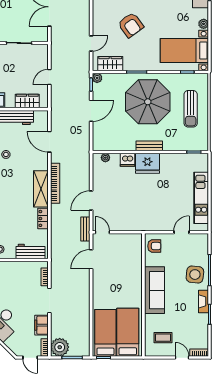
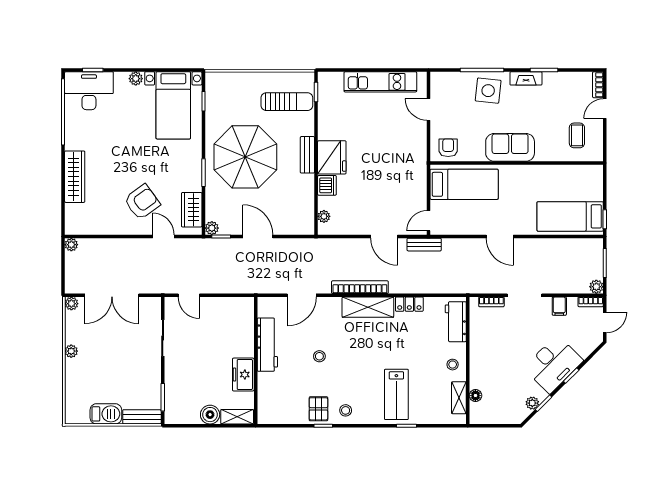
armchair: (131, 25) -> (142, 202), moved
door: (49, 77) -> (189, 295), moved
wardrobe: (27, 101) -> (244, 326), removed
sun lounger: (191, 109) -> (287, 102), moved
door: (91, 259) -> (500, 236), moved
sofa: (155, 290) -> (510, 147), width x0.73
filing cabinet: (42, 325) -> (559, 306), width x0.50
bed: (128, 332) -> (464, 184), moved, turned 180
plant: (60, 347) -> (596, 287), width x0.53, depth x0.53

